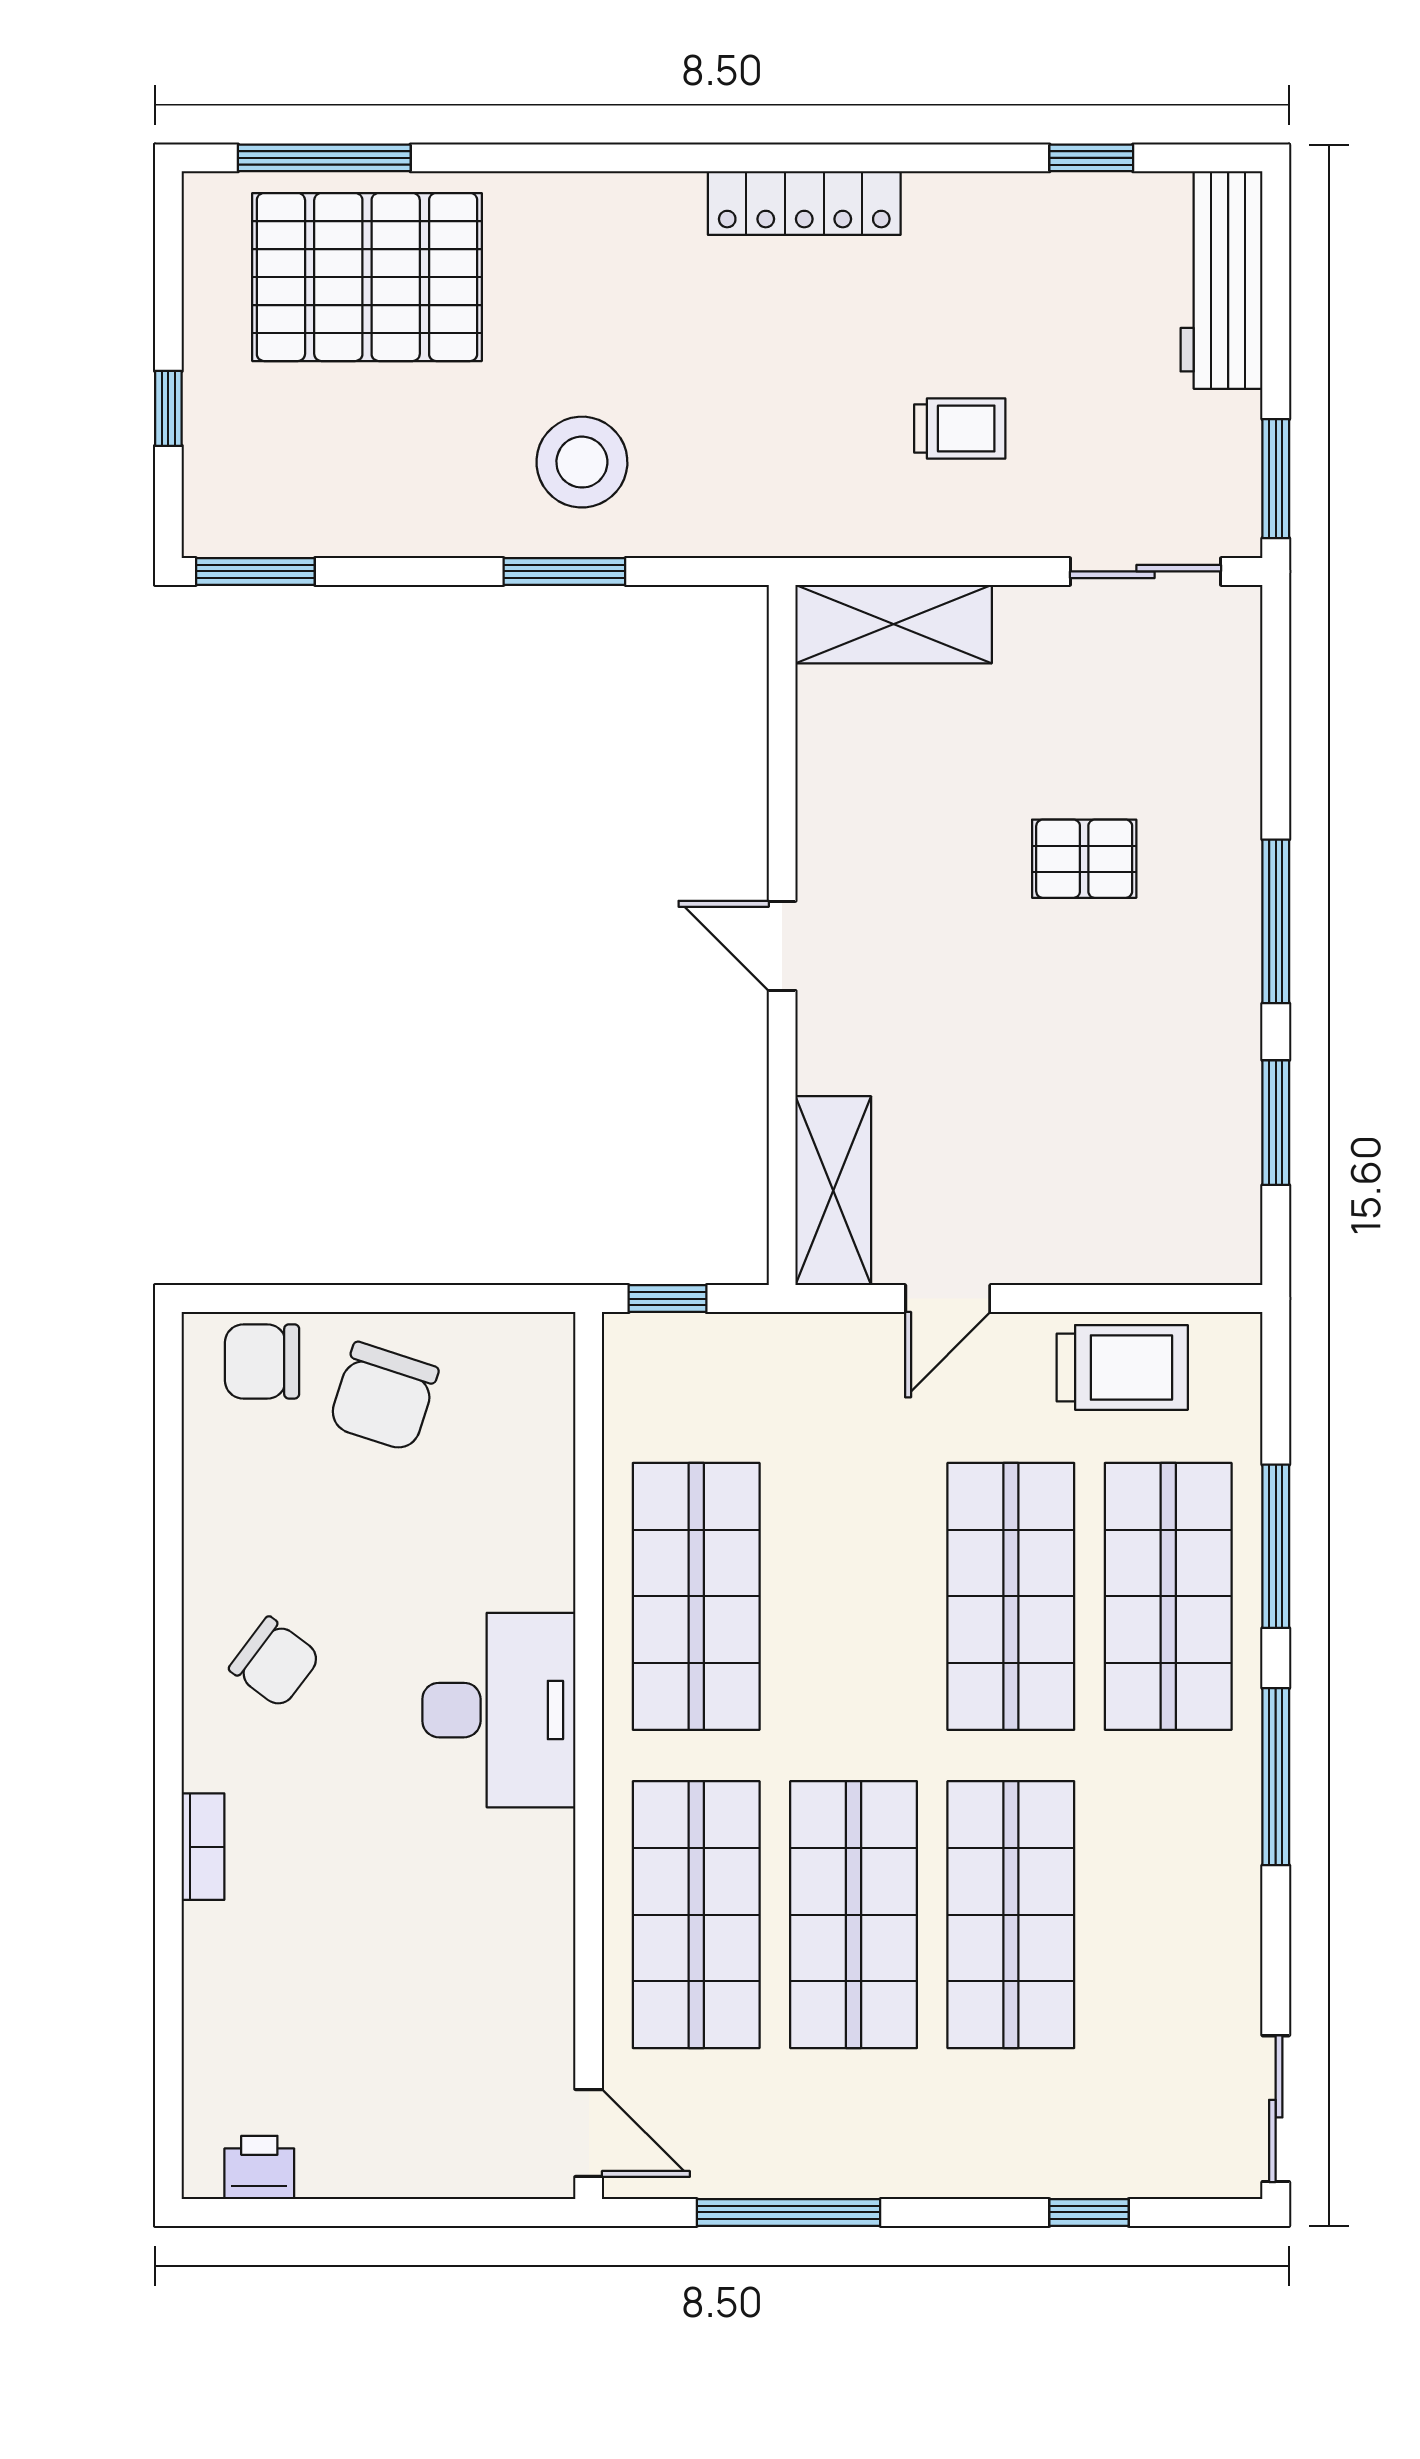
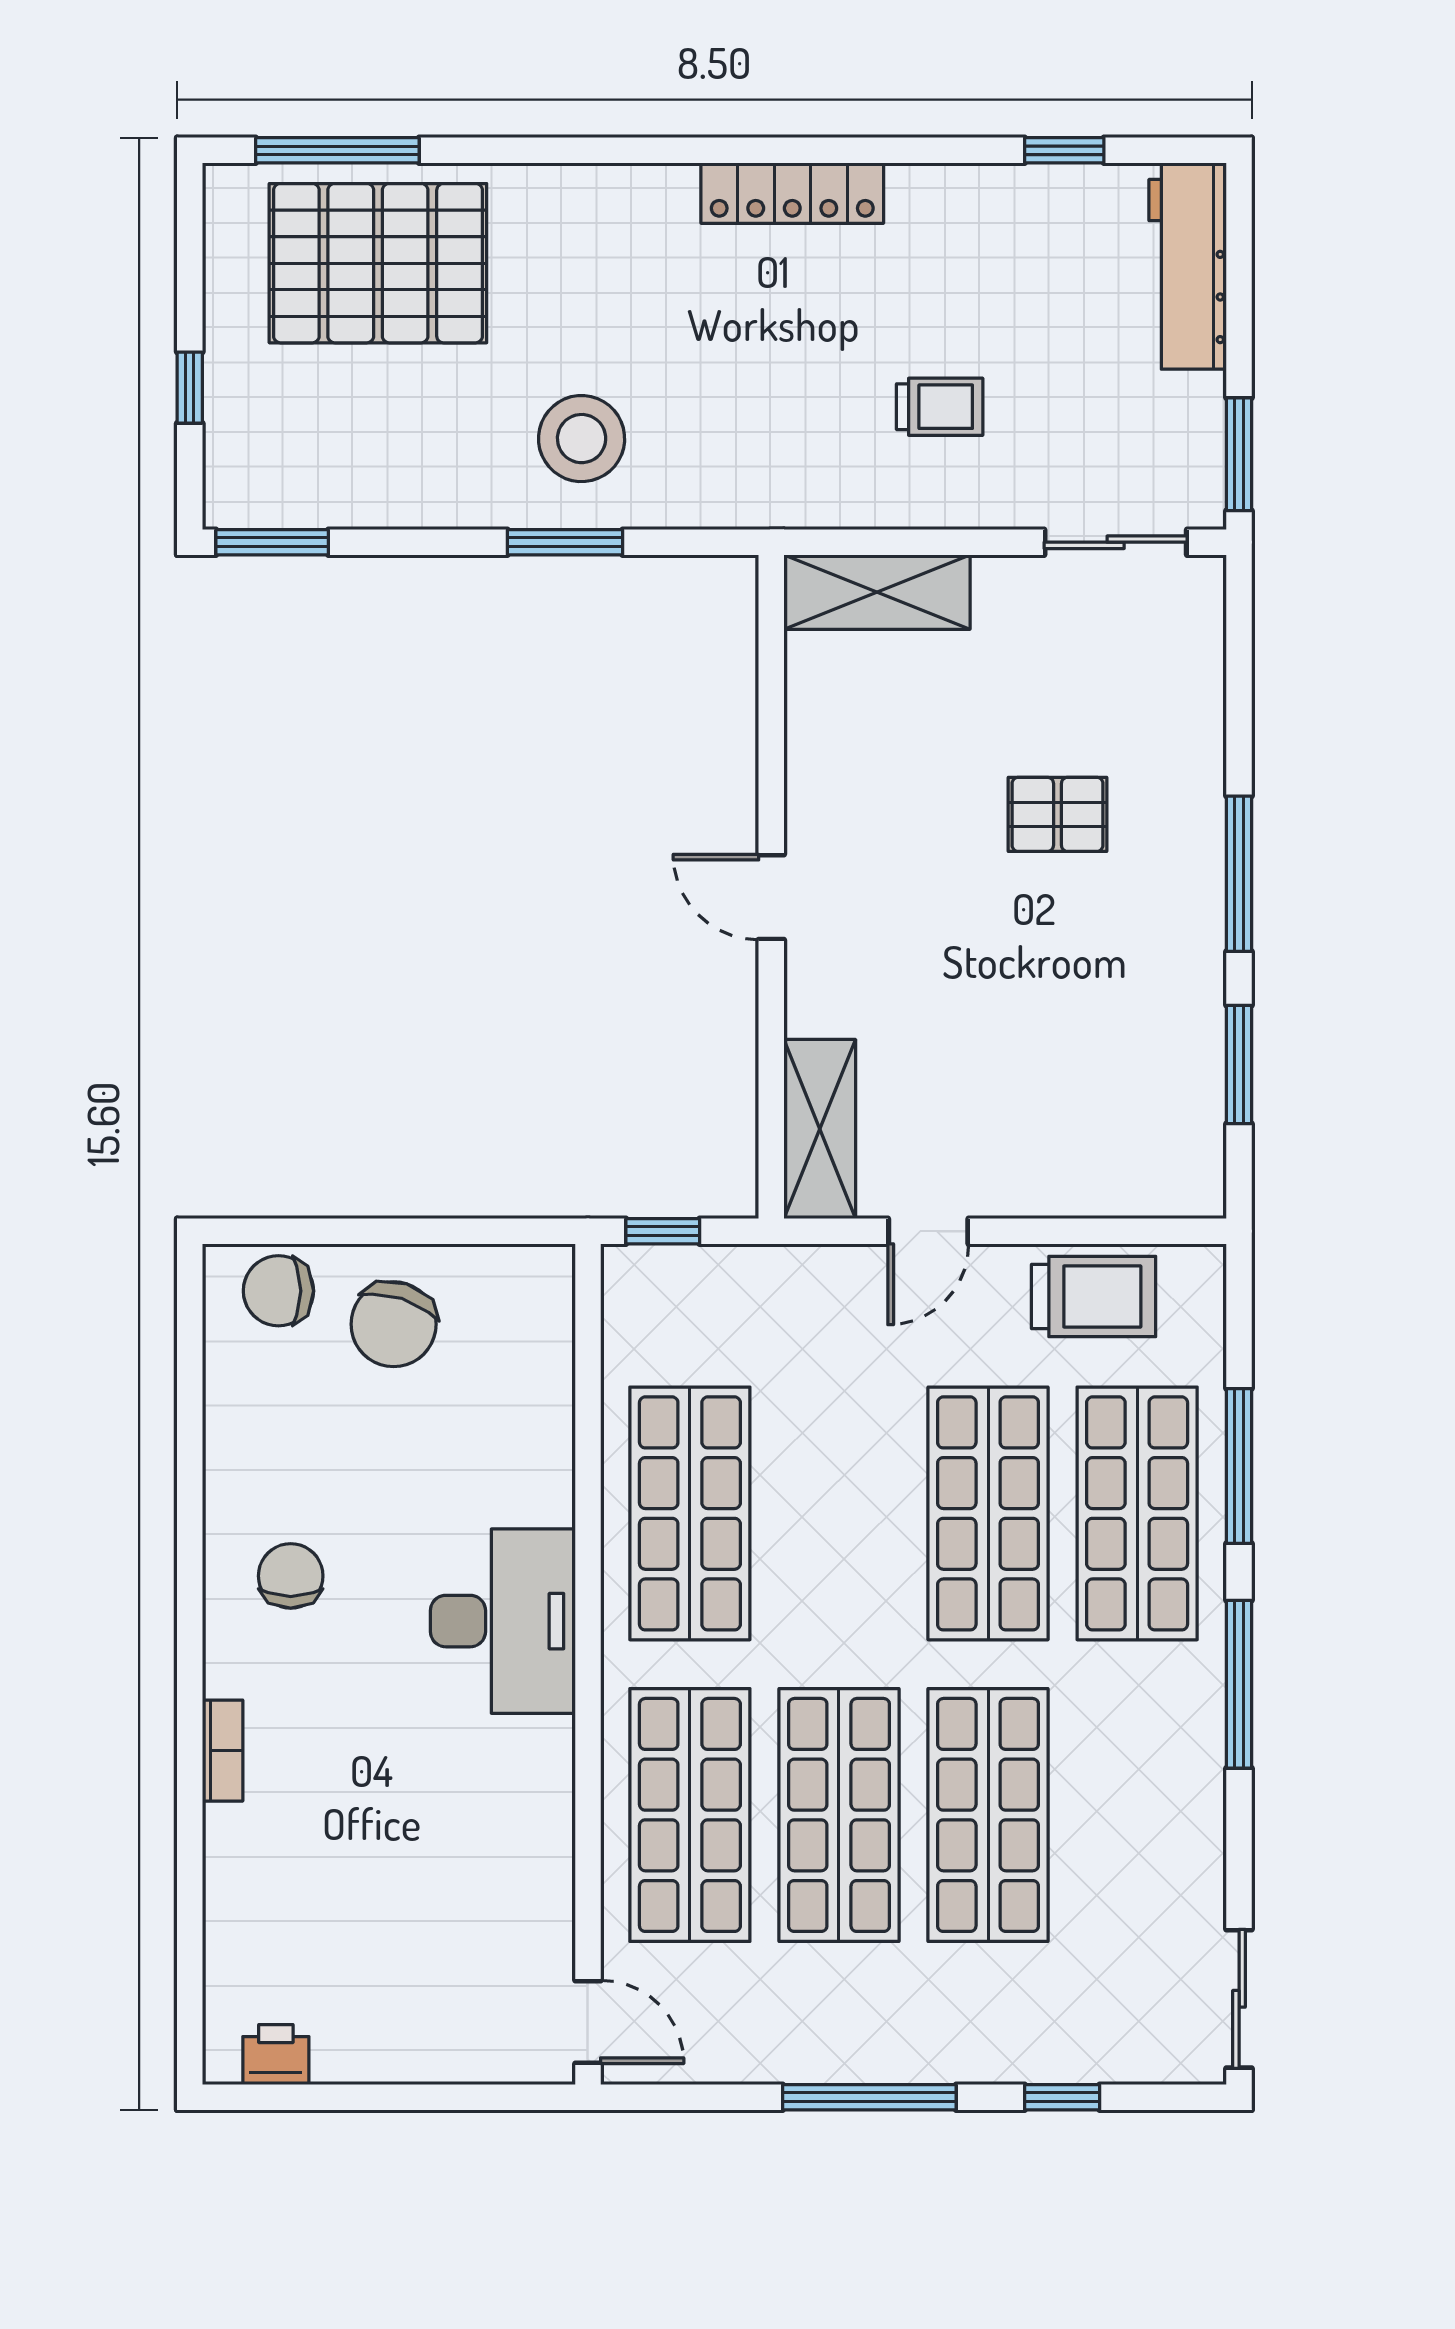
chair: (275, 1662) -> (291, 1576), turned -127
window: (789, 2212) -> (869, 2097), moved

